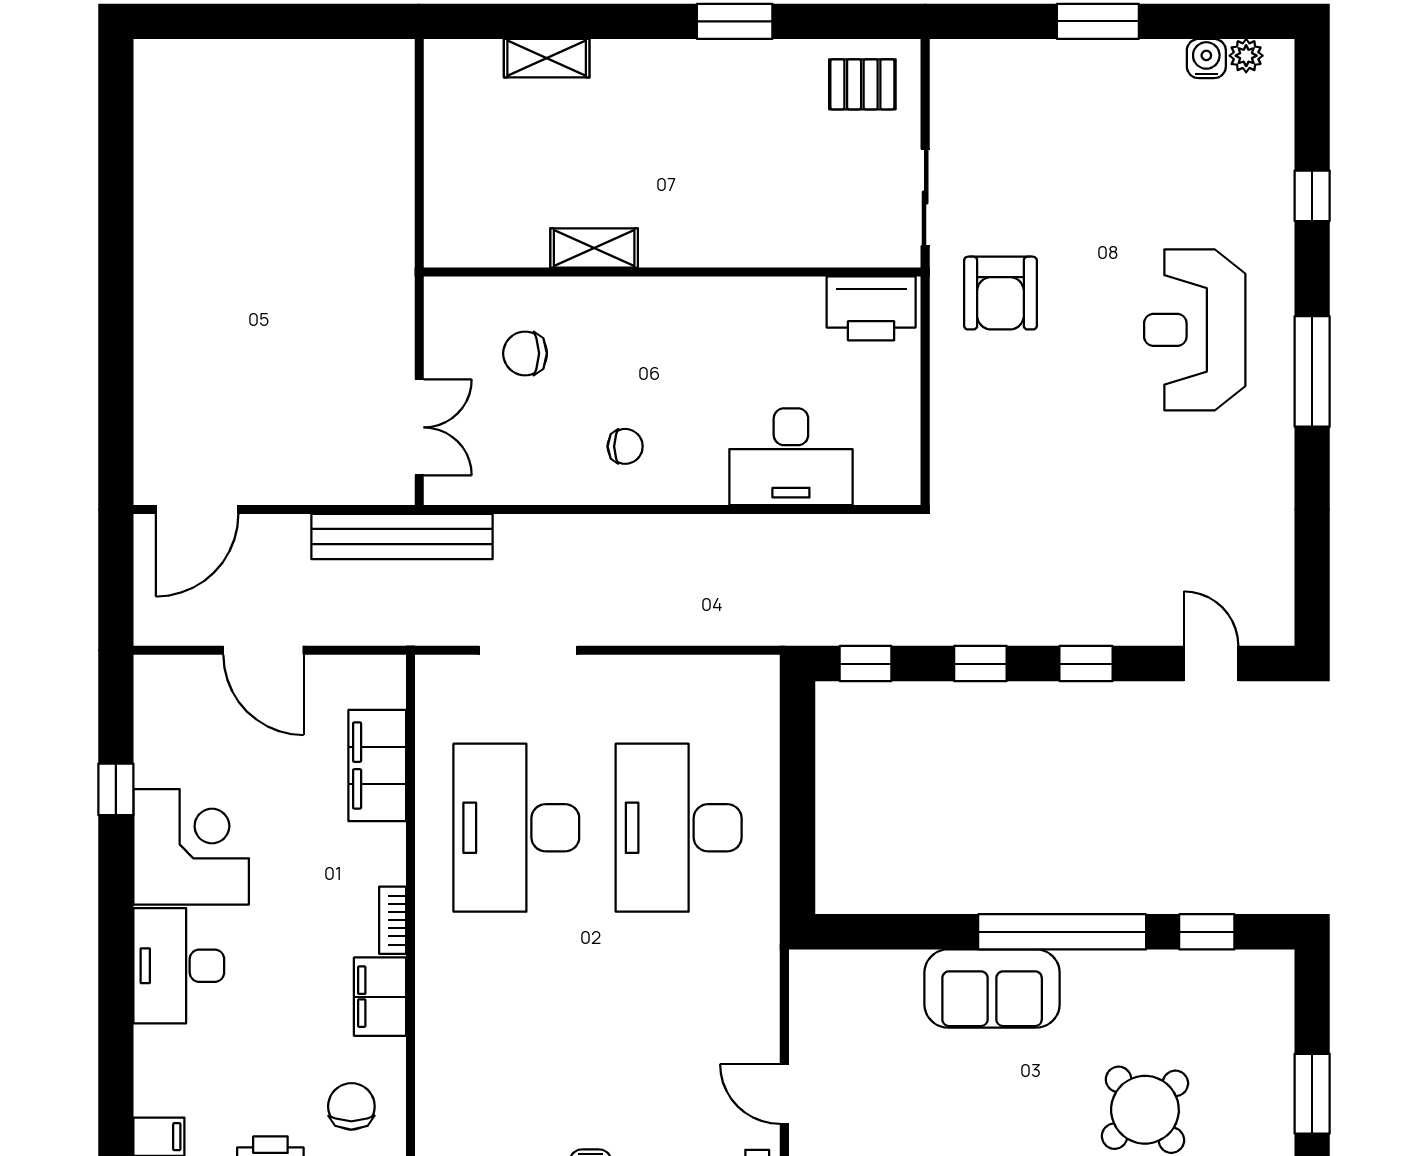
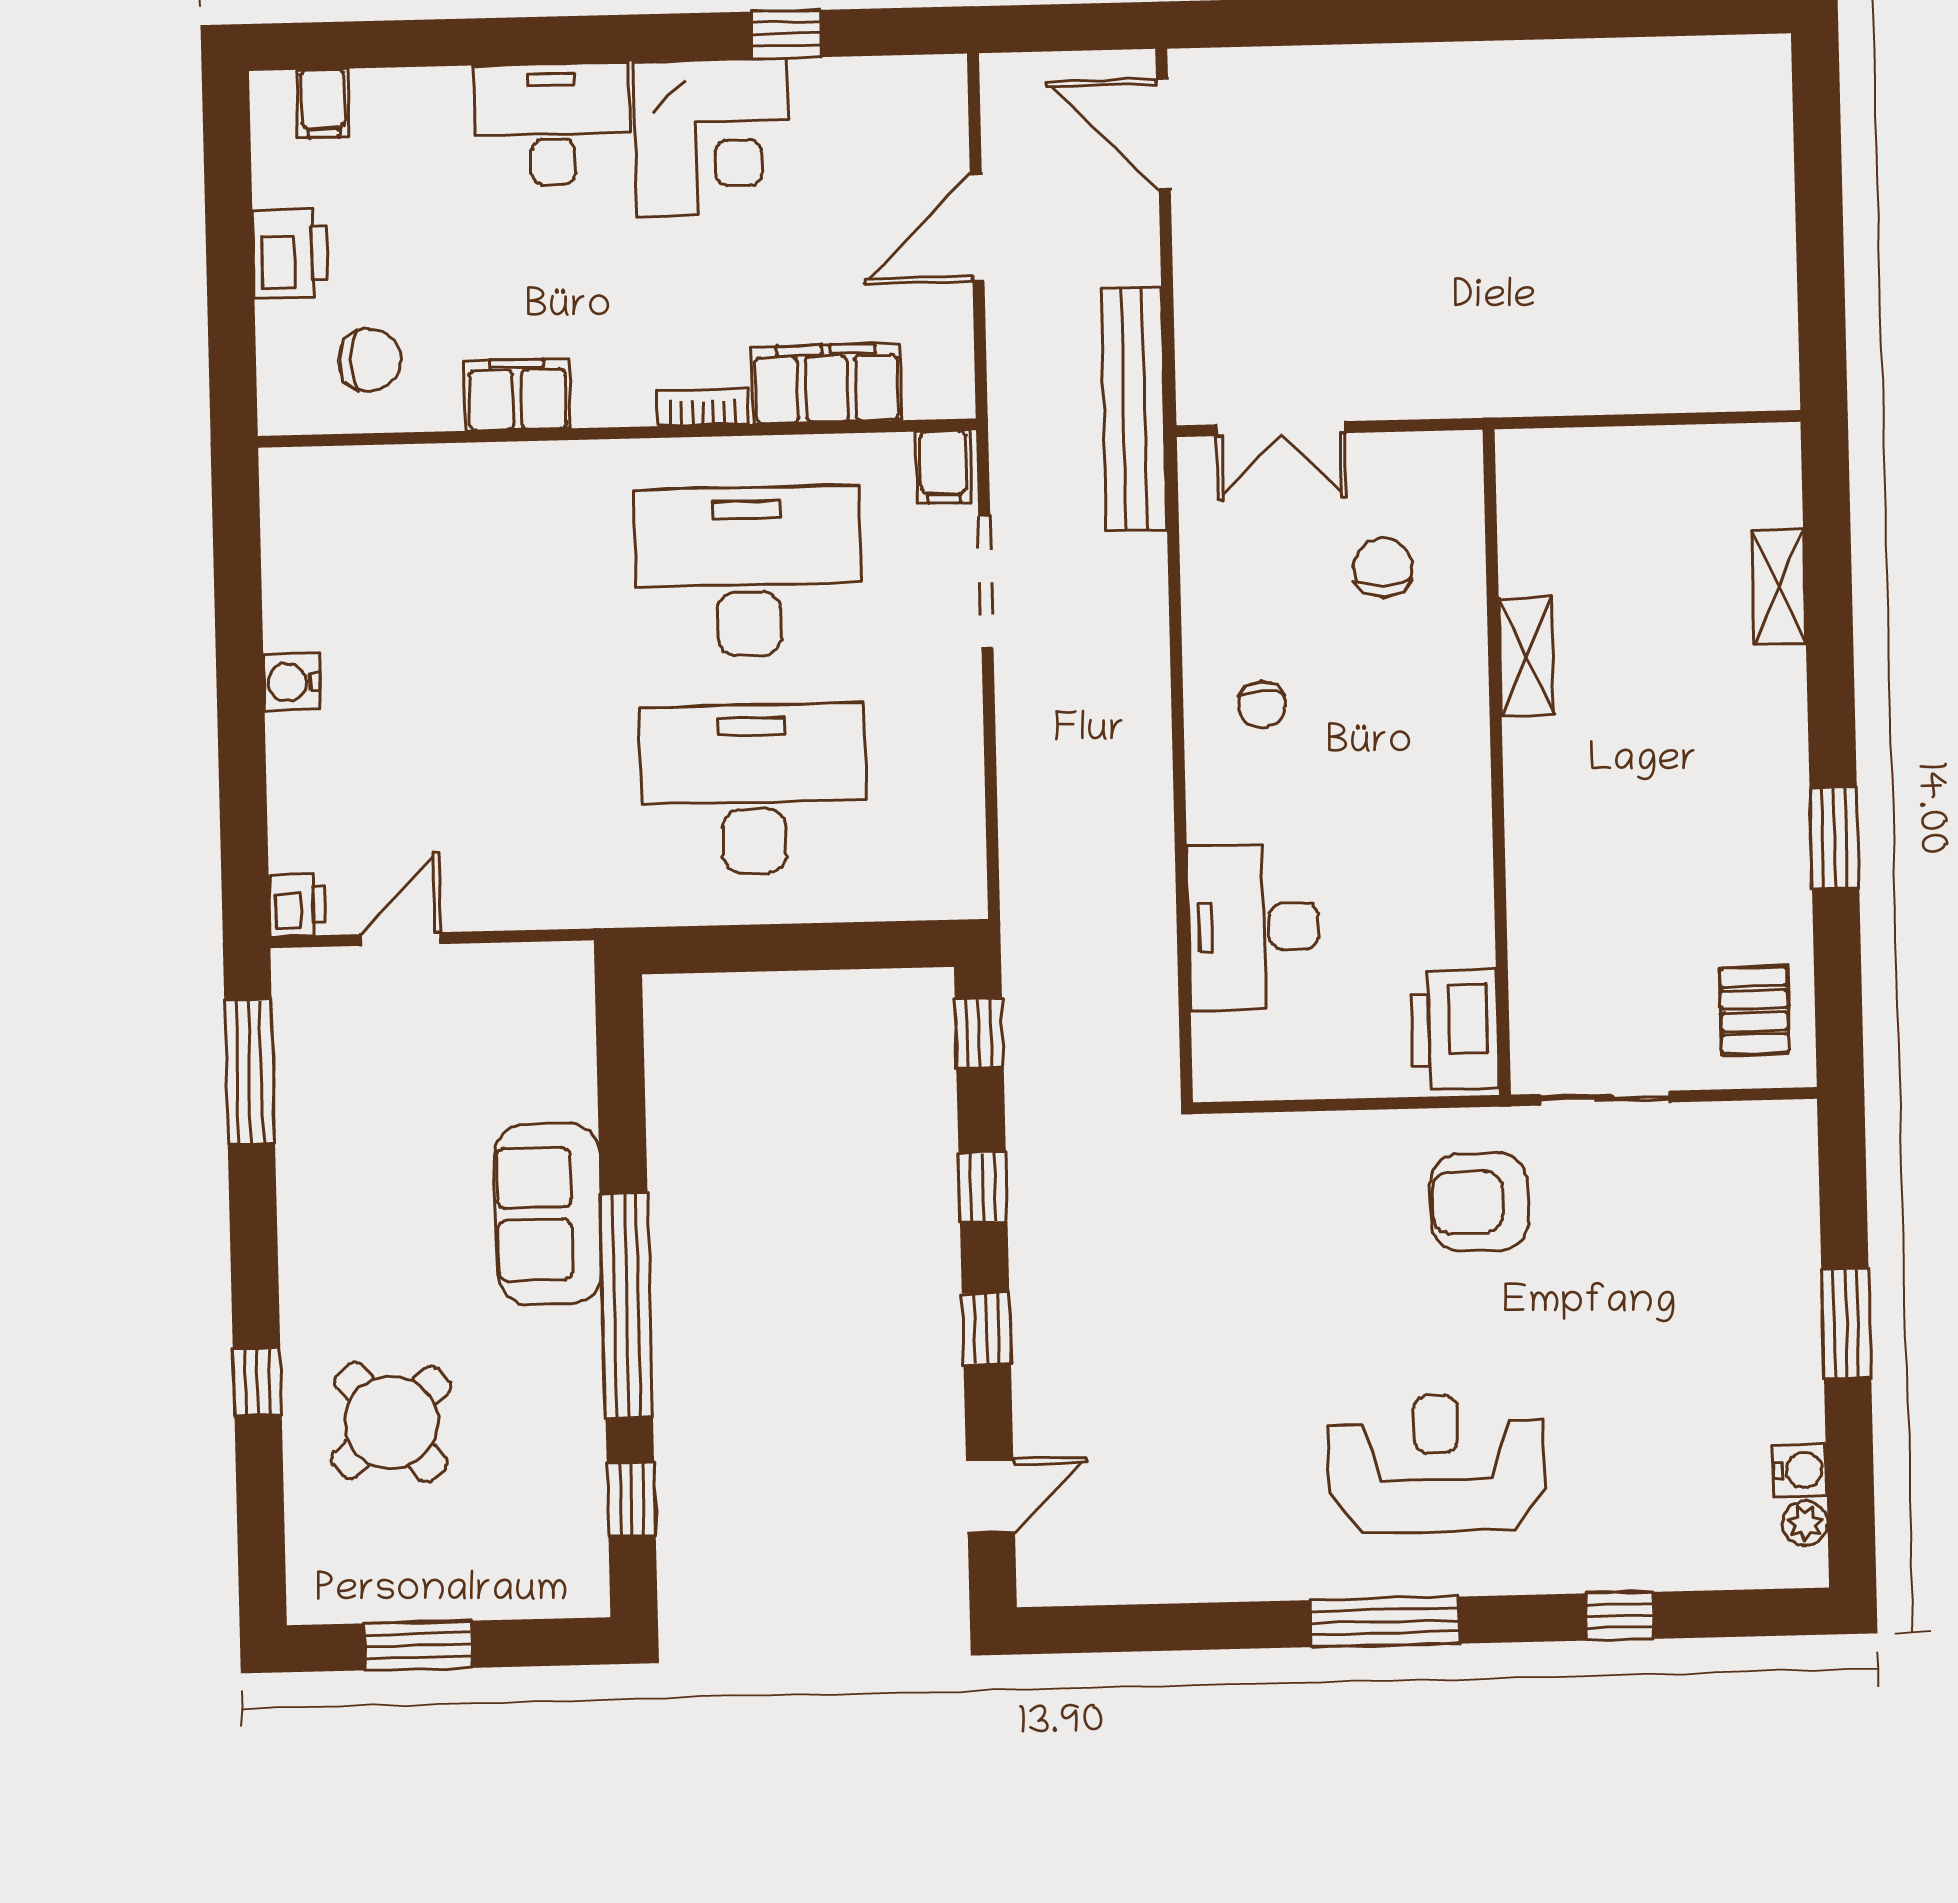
filing cabinet: (442, 680) -> (943, 467), added
bookcase: (393, 920) -> (703, 407), moved

